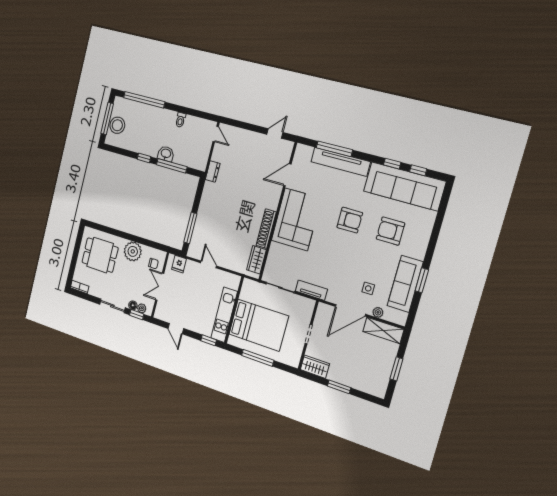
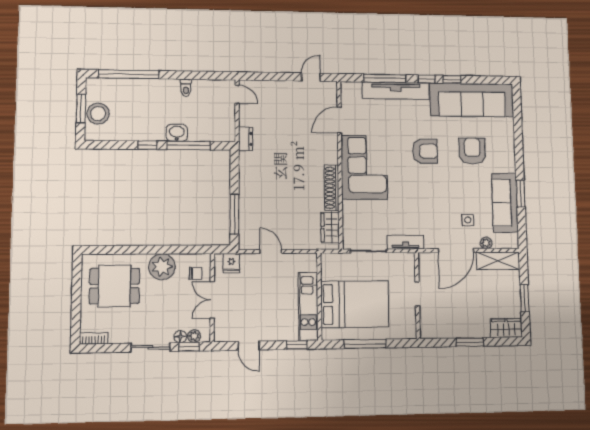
window: (107, 119) -> (81, 108), width x0.69
window: (418, 170) -> (426, 79), moved
armchair: (390, 231) -> (472, 151), turned 90
wardrobe: (315, 367) -> (506, 328), moved

